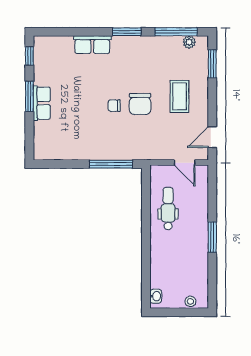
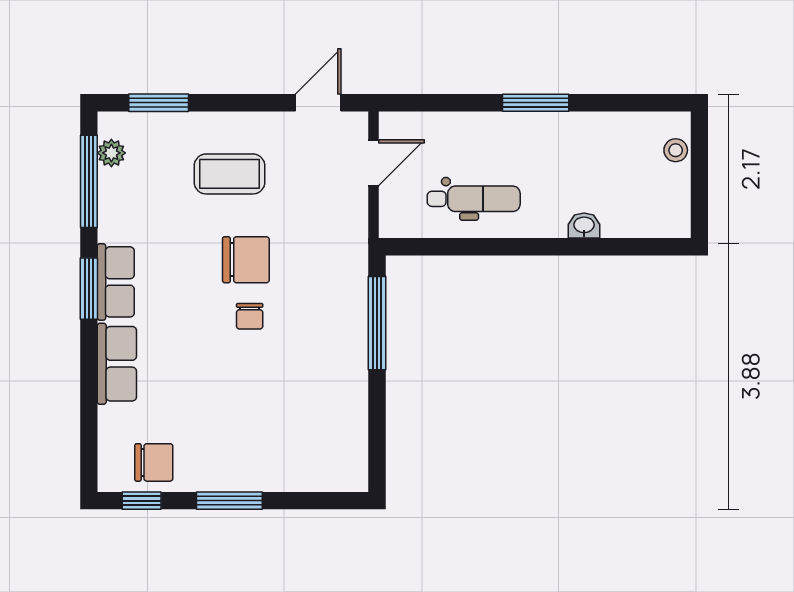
chair: (47, 62) -> (154, 462), added
row of seats: (42, 103) -> (116, 282), moved, turned 90
door: (212, 137) -> (318, 103), swing flipped
dental chair: (168, 209) -> (474, 199), turned 180
washbasin: (156, 296) -> (584, 226), moved

